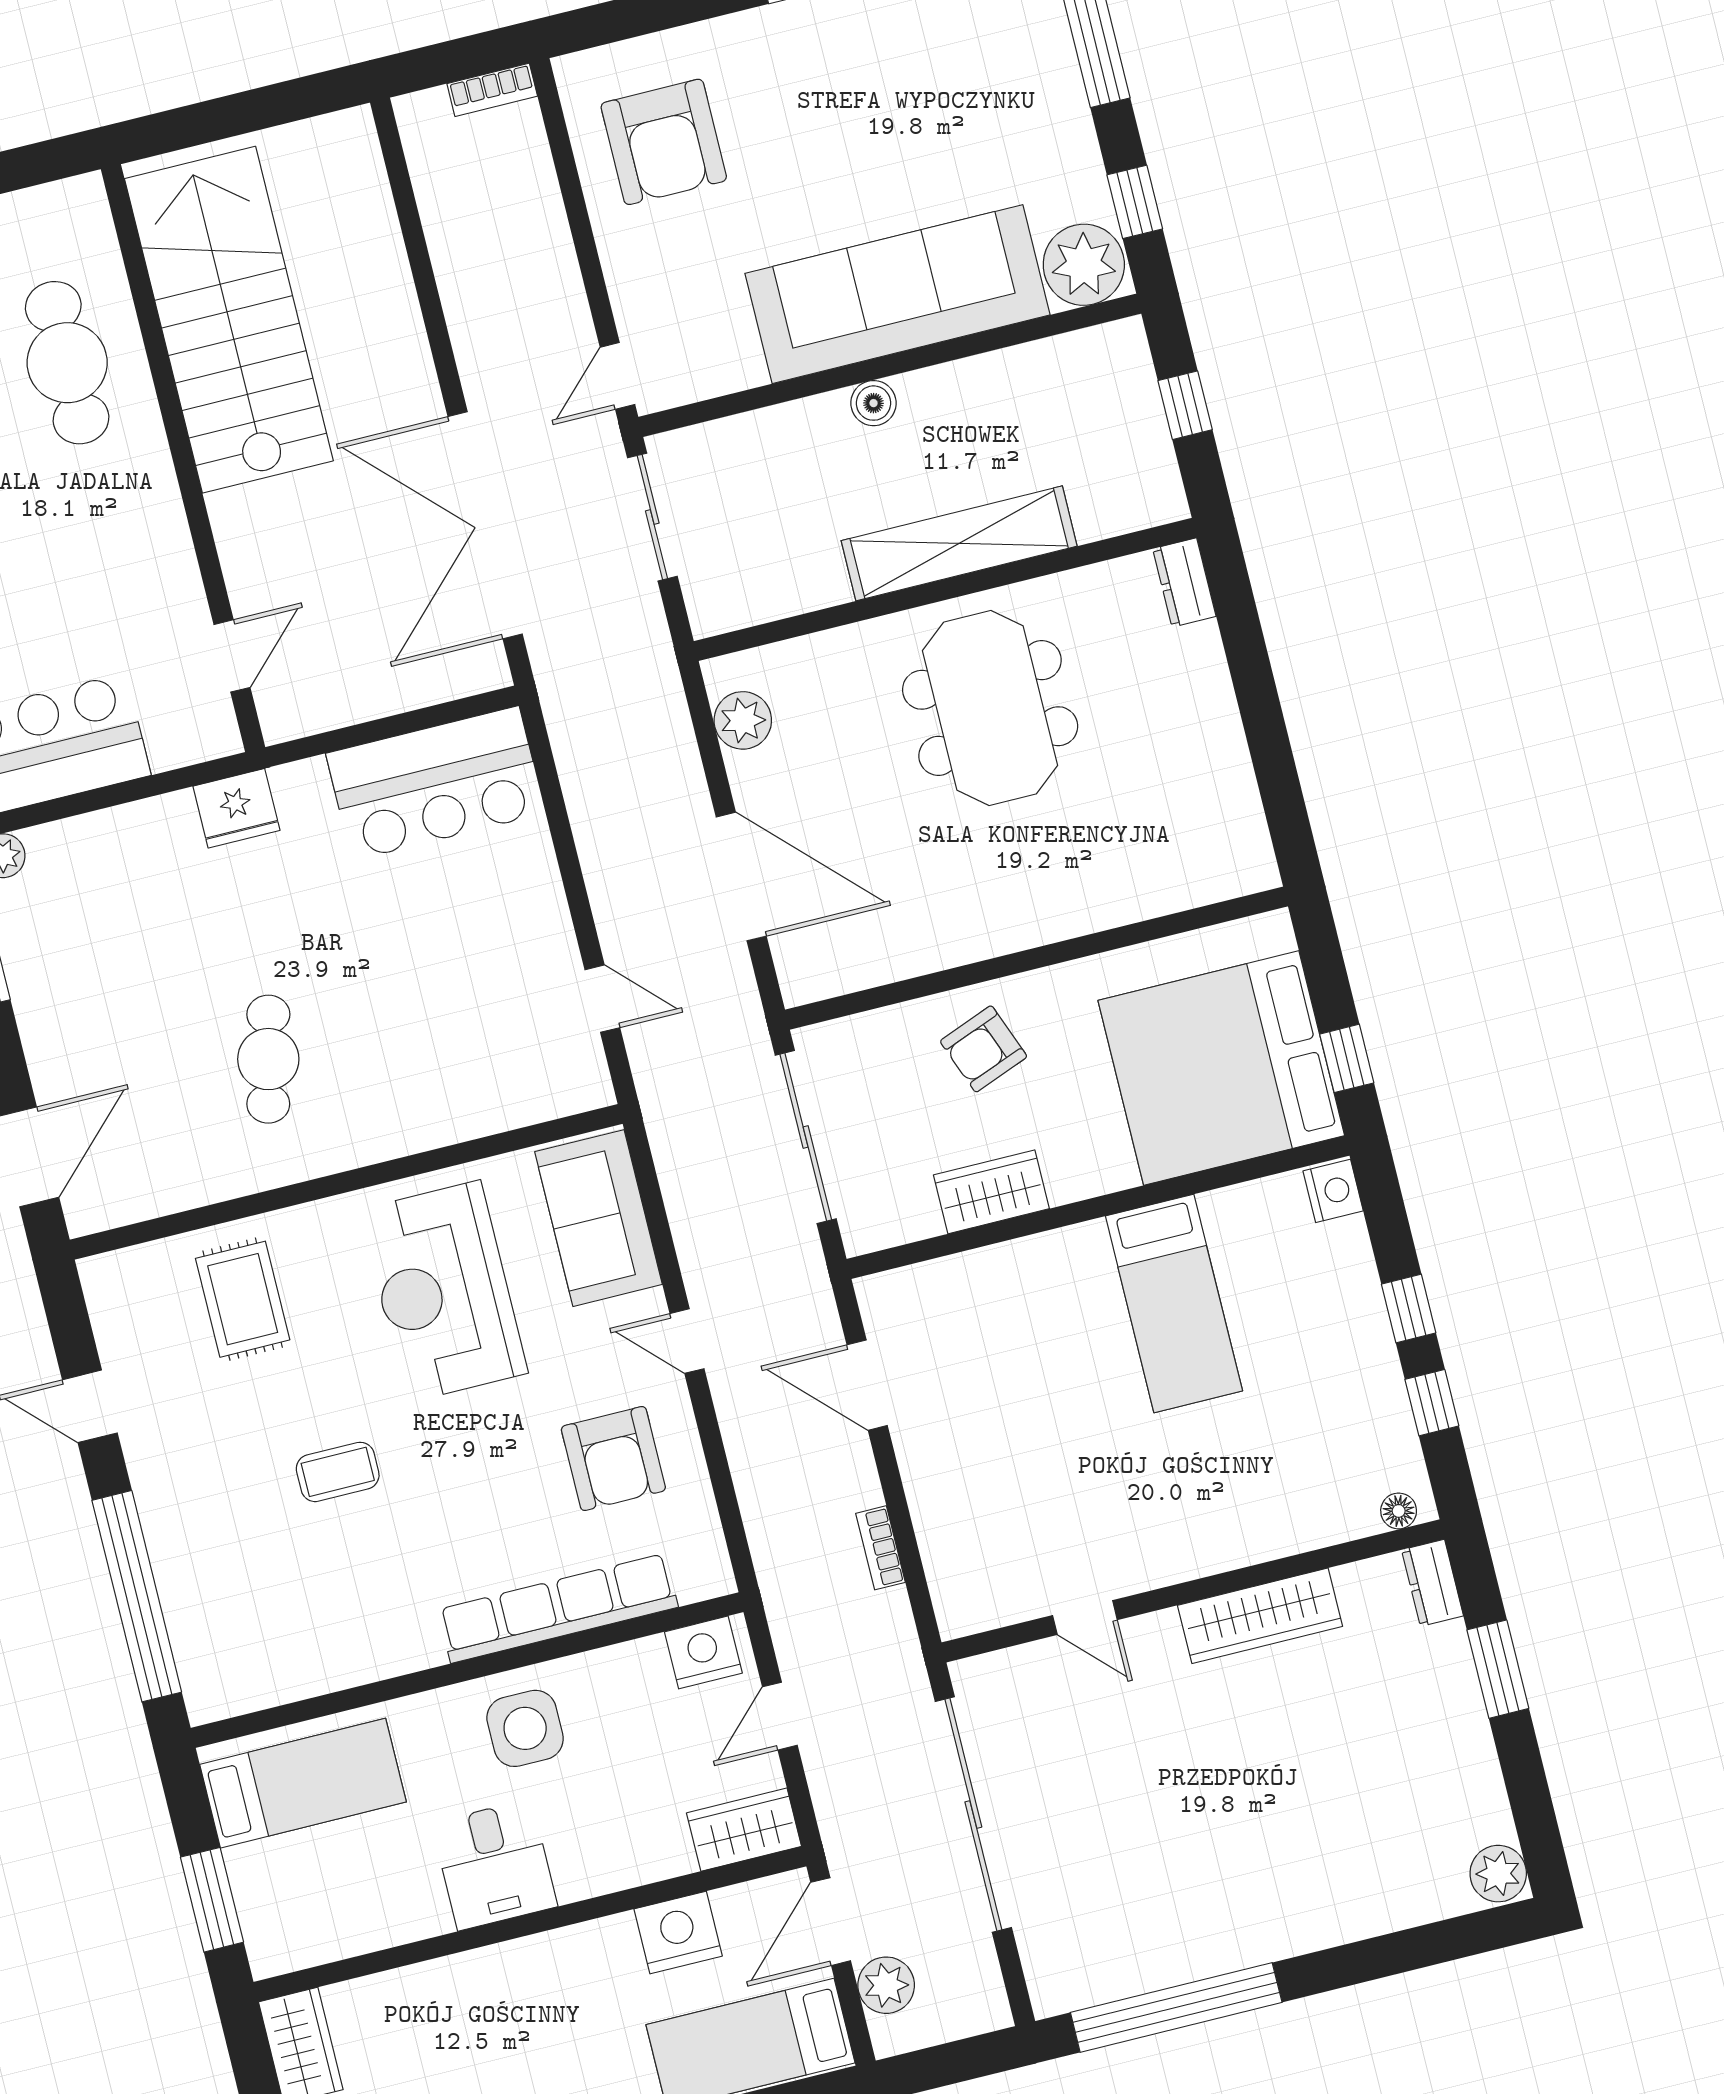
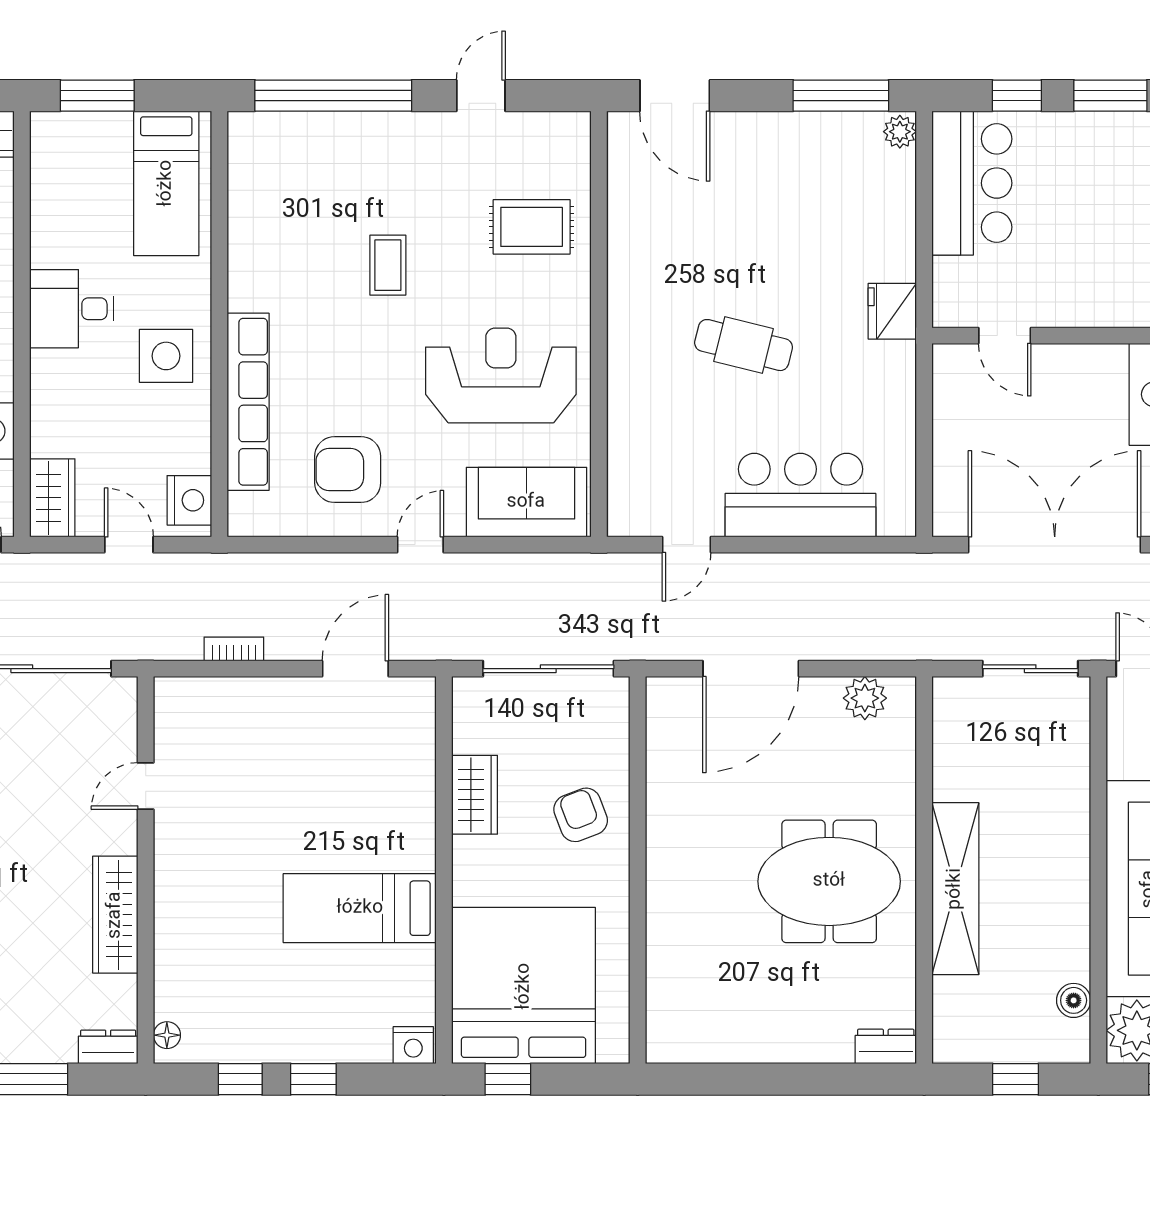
boiler: (874, 403) -> (1074, 1000), moved
bar counter: (436, 783) -> (800, 495), moved, turned 90
cafe table: (268, 1059) -> (744, 345), moved

